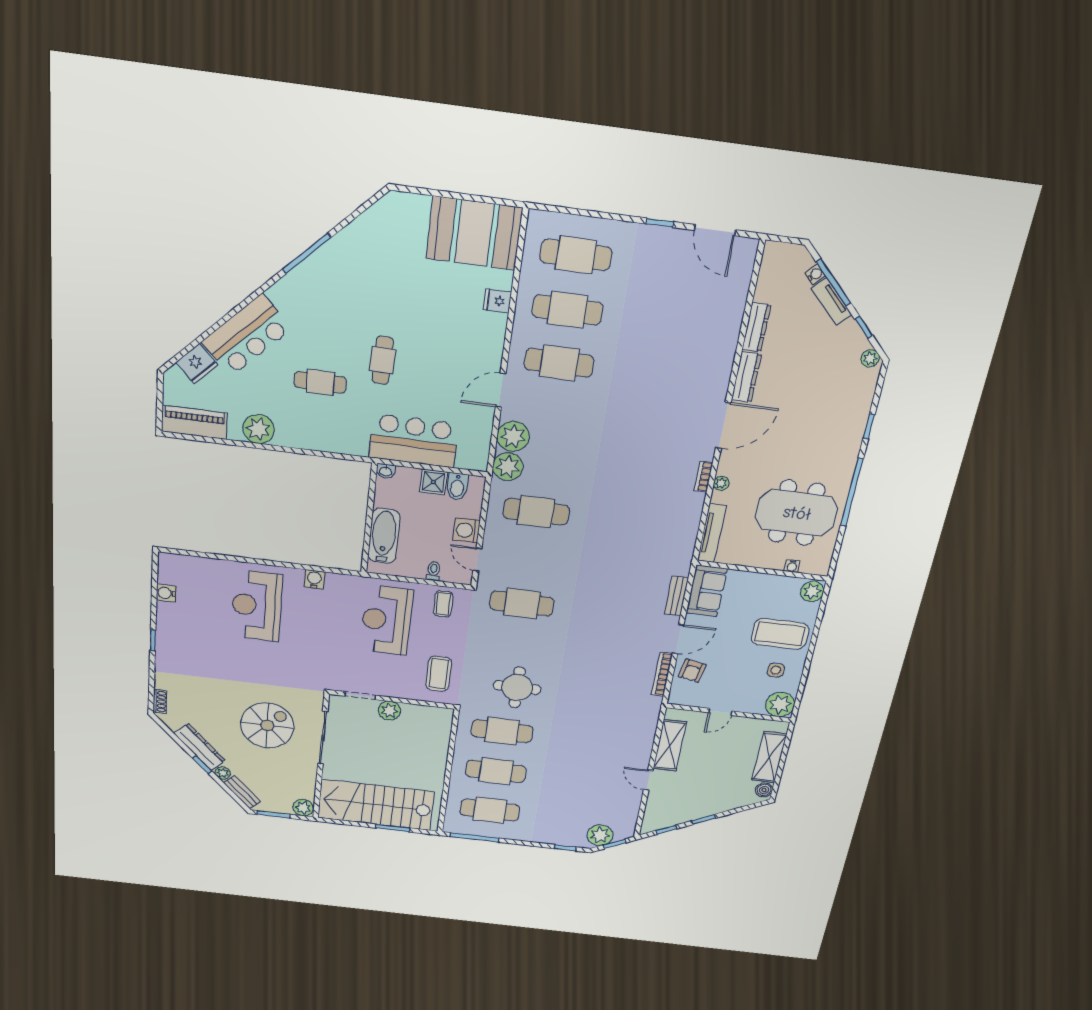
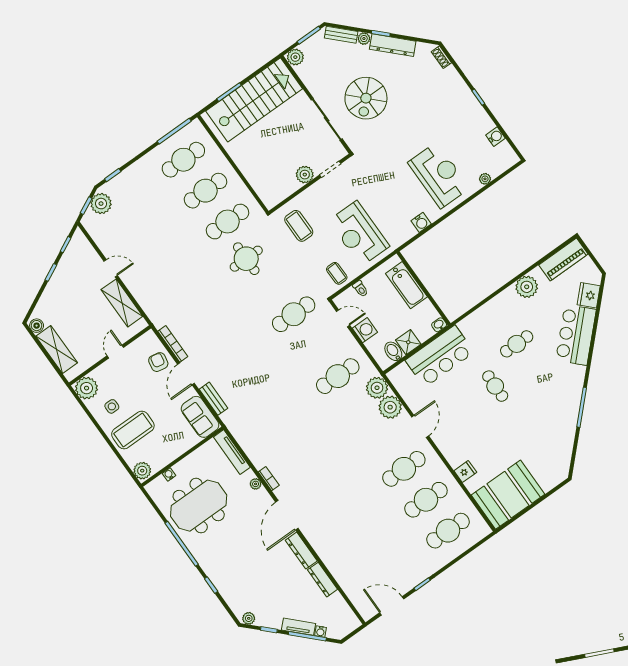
plant: (211, 565) -> (485, 179), added
reception desk: (387, 620) -> (359, 233), turned 180

